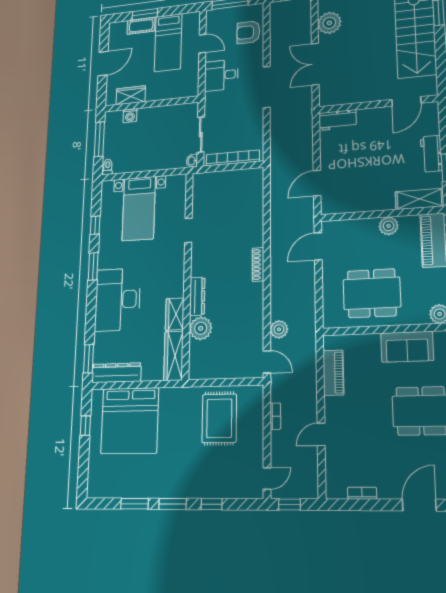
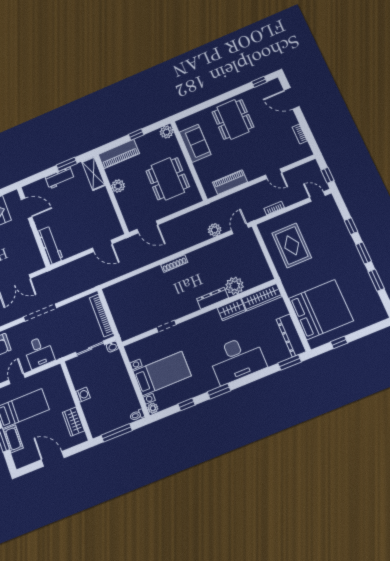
washing machine: (130, 116) -> (83, 395), moved
workbench: (338, 120) -> (50, 245), width x1.38
plant: (107, 186) -> (153, 408), added
rug: (219, 418) -> (292, 245), turned 90

